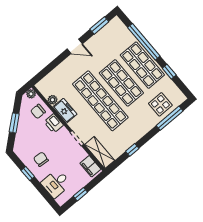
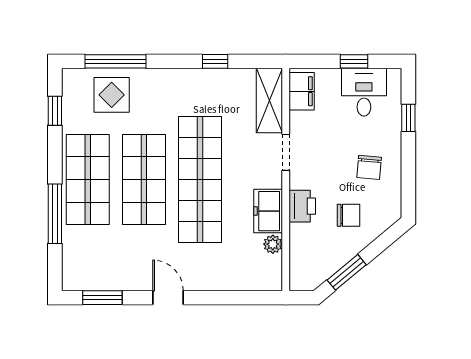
window: (144, 42) -> (55, 214), width x0.68
window: (169, 72) -> (55, 111), moved
plant: (31, 94) -> (298, 282), removed
chair: (38, 111) -> (349, 215), moved
window: (14, 123) -> (347, 272), moved
window: (28, 174) -> (408, 118), moved
desk: (56, 183) -> (364, 92), moved, turned -90

